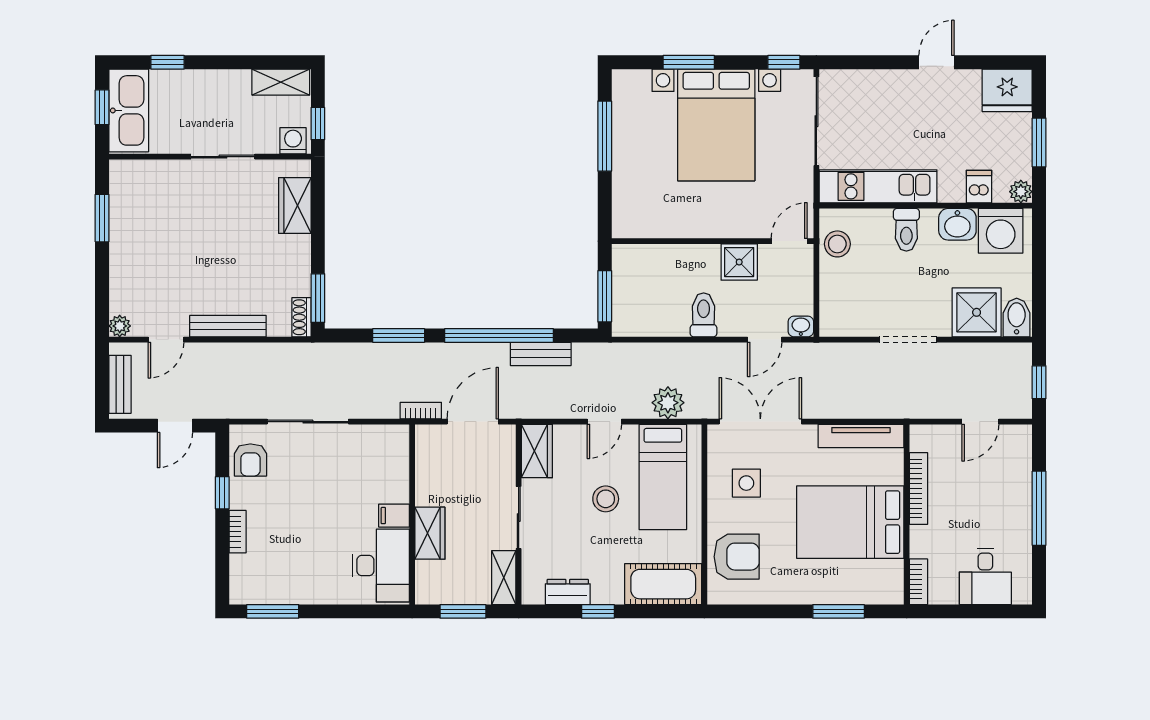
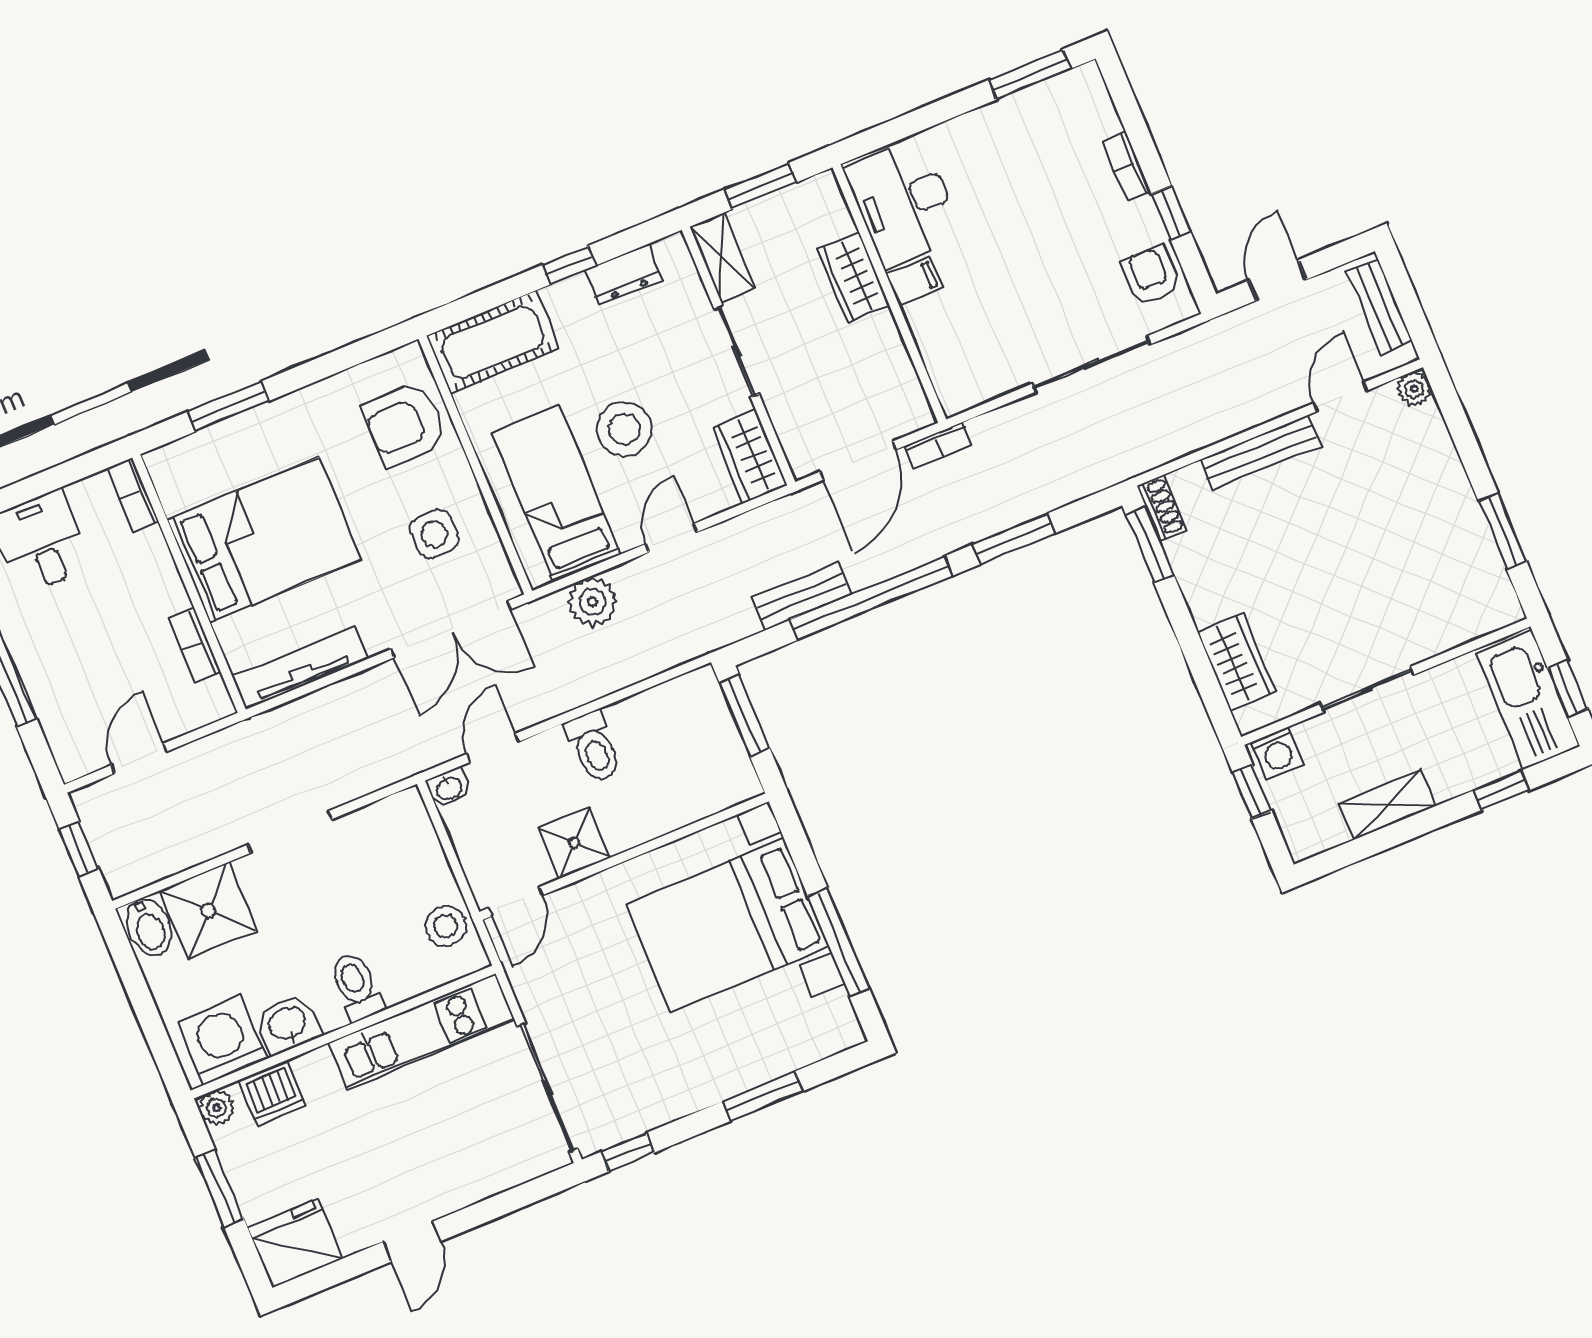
shelving: (281, 82) -> (1387, 805), moved
bed with nightstands: (716, 125) -> (727, 925), moved, turned -90
dishwasher: (979, 187) -> (272, 1093), width x1.38
bookcase: (918, 489) -> (195, 645), width x0.64
stool: (606, 499) -> (624, 429), width x1.38, depth x1.38

